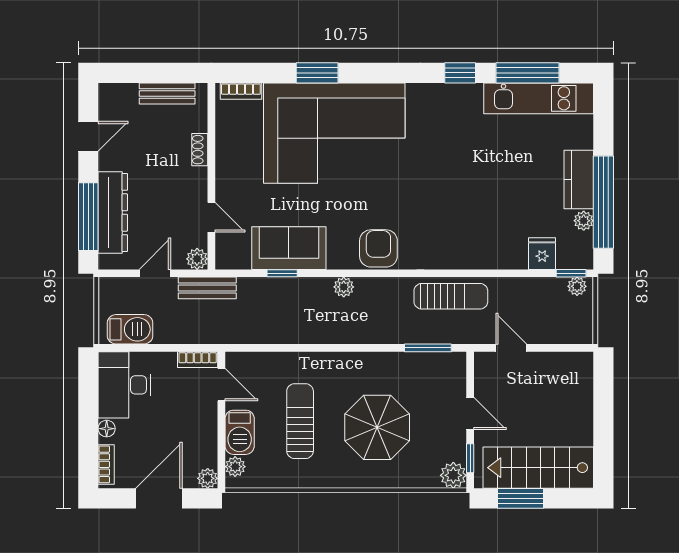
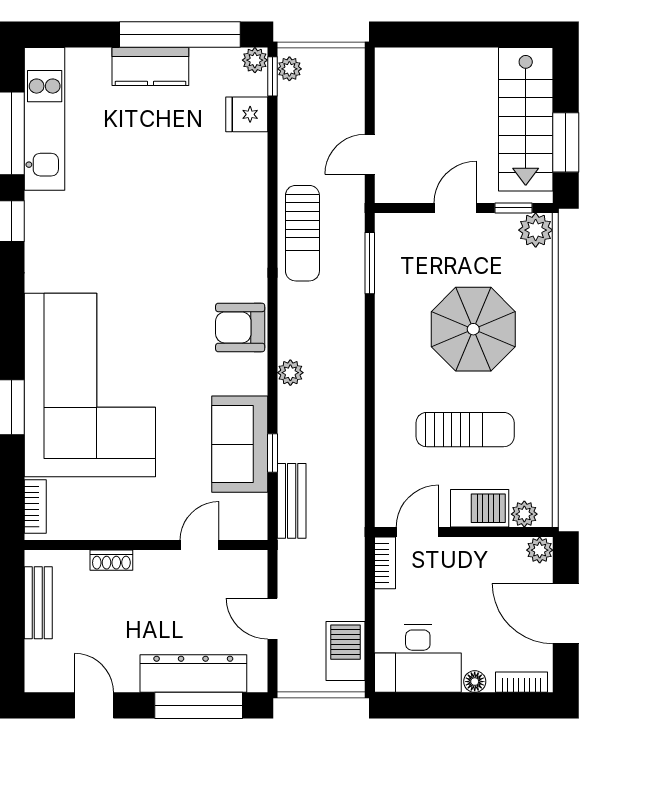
plant: (584, 221) -> (255, 60), moved
plant: (197, 259) -> (254, 564), removed
bench: (207, 288) -> (292, 501), moved
sun lounger: (451, 296) -> (302, 233), turned 180
sun lounger: (300, 421) -> (465, 430), turned 180

